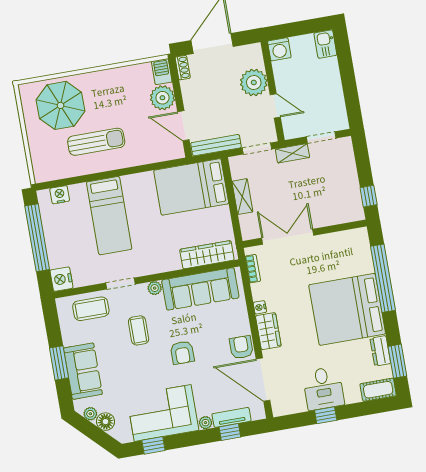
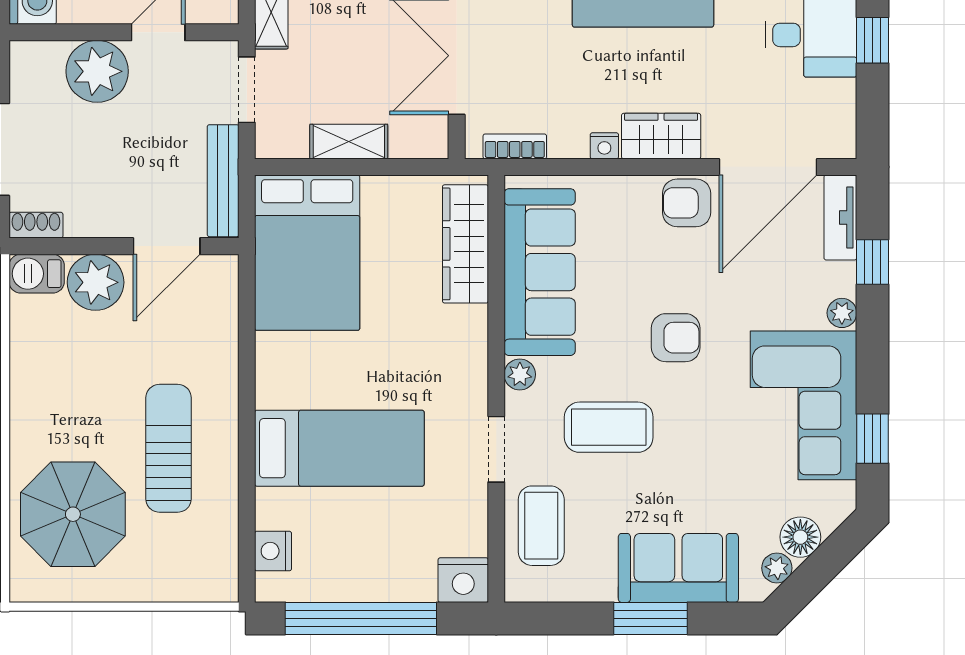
coffee table: (139, 330) -> (609, 427), width x1.36, depth x1.30
tv unit: (232, 417) -> (840, 218), moved

